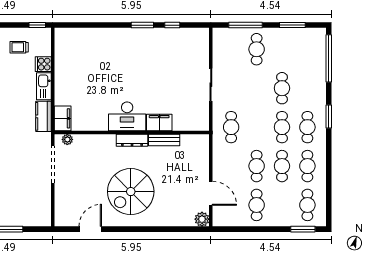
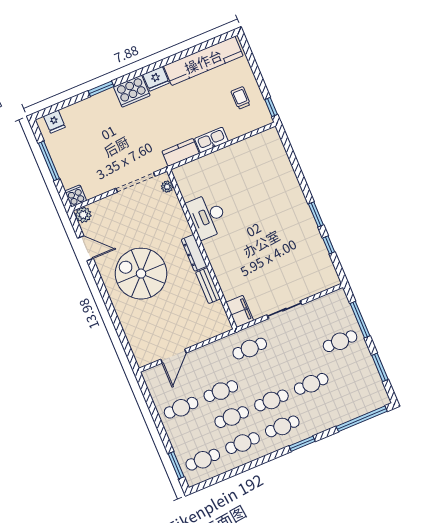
cooker: (43, 64) -> (76, 196), moved
desk: (127, 116) -> (207, 216), moved
filing cabinet: (63, 118) -> (187, 173), removed
filing cabinet: (159, 122) -> (240, 311), moved
plant: (202, 219) -> (83, 215), moved

